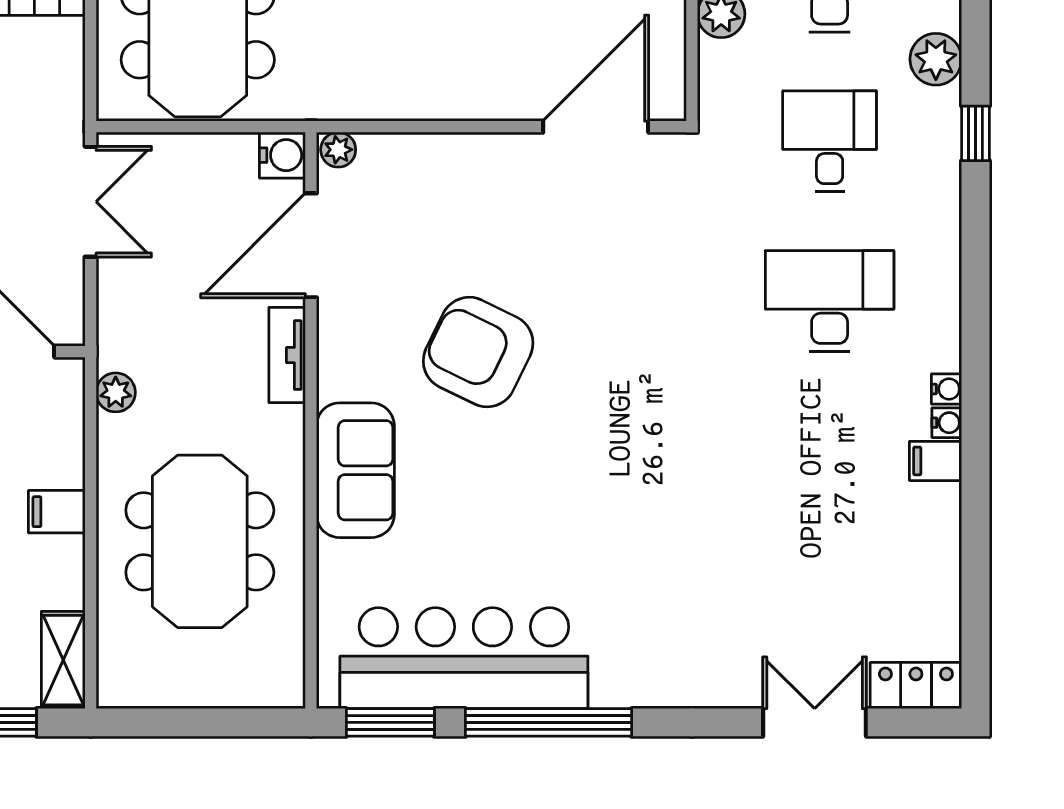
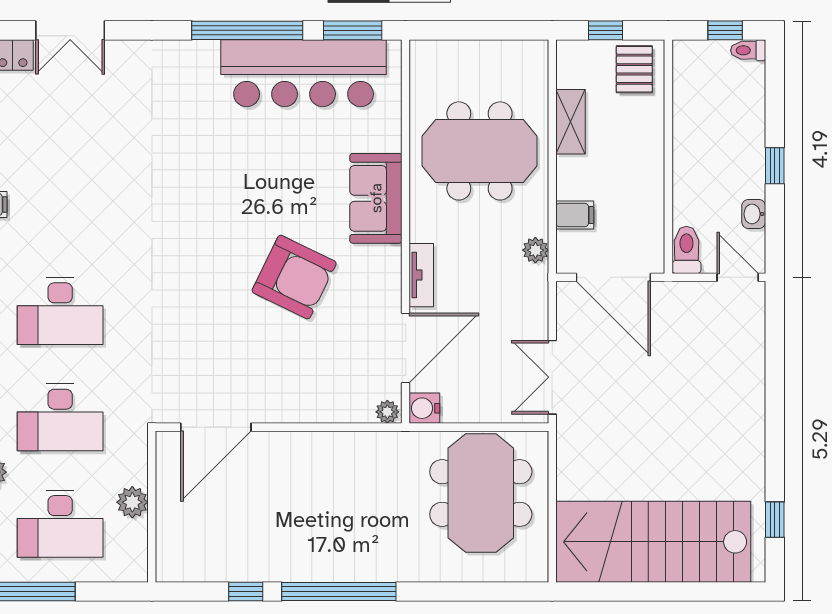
desk: (830, 141) -> (60, 417), width x1.37
filing cabinet: (57, 512) -> (575, 215), moved
meeting table: (200, 541) -> (479, 151), turned 90
shelving: (63, 660) -> (570, 122), moved

